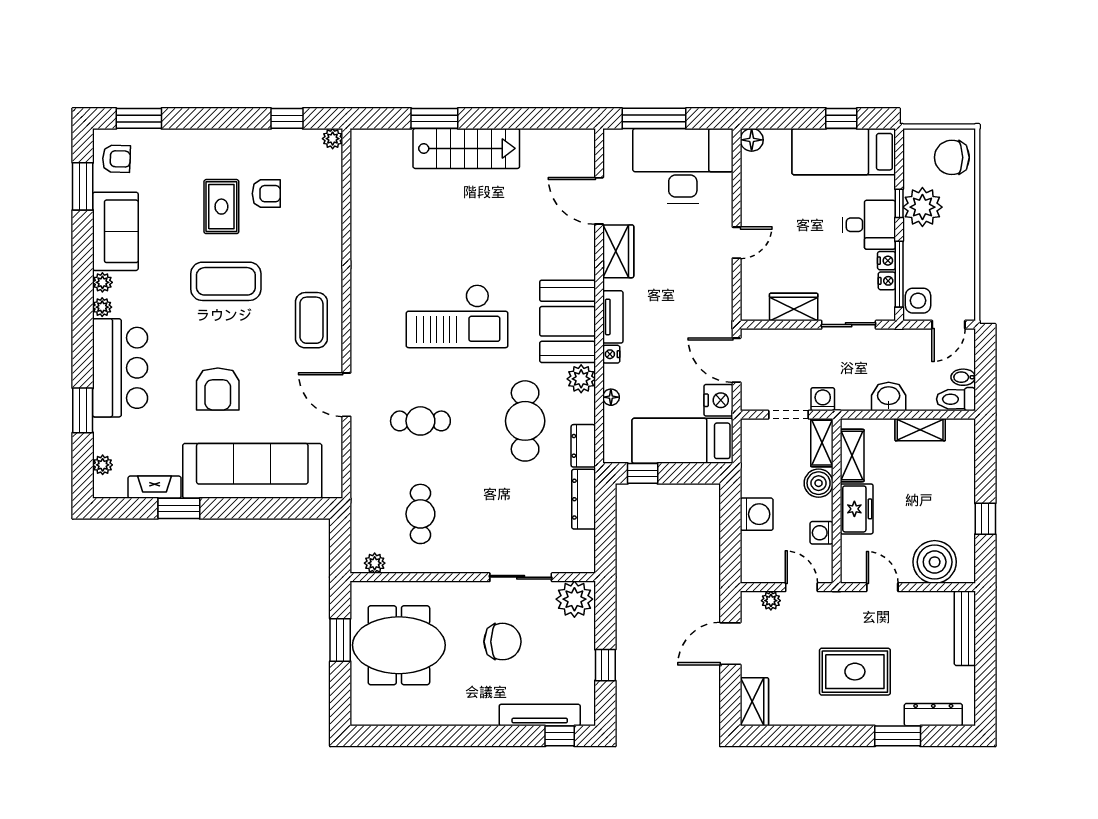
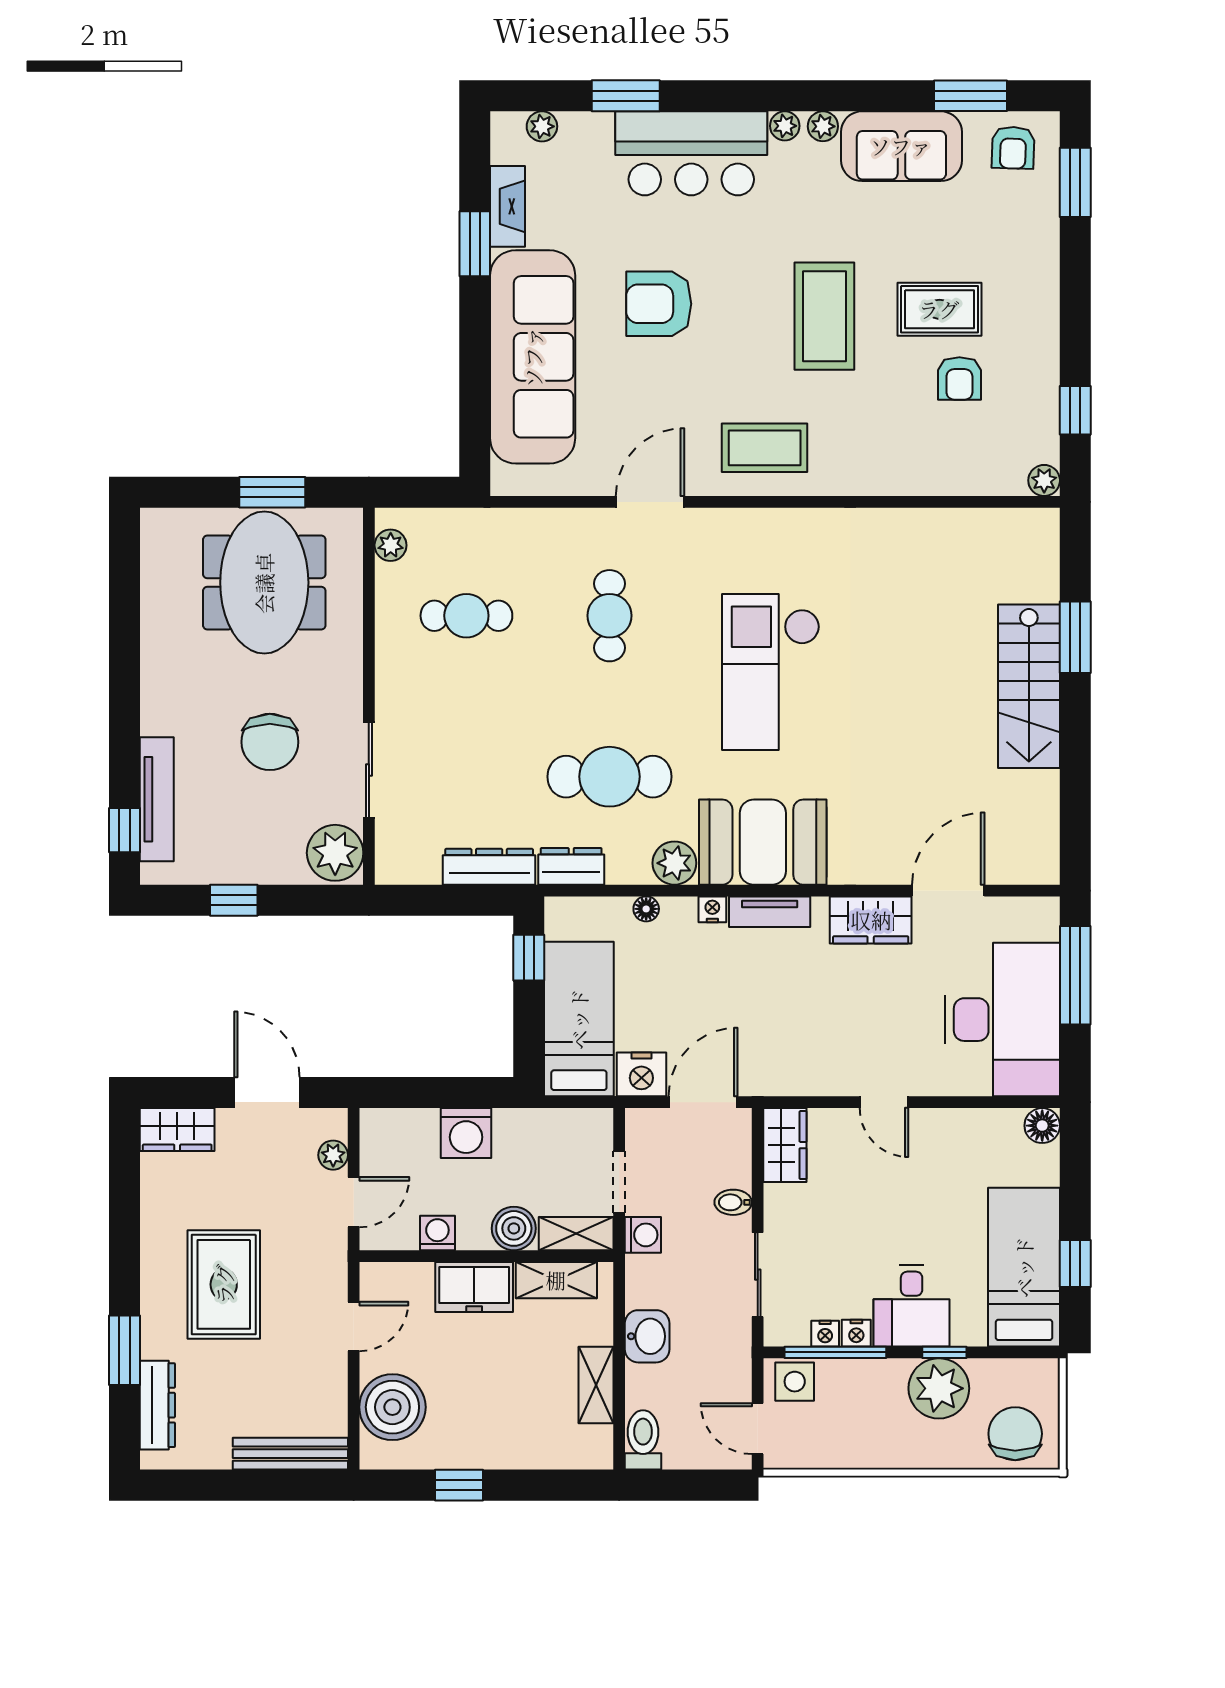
wardrobe: (794, 307) -> (785, 1145), moved
bidet: (963, 377) -> (733, 1202), moved, turned -90

